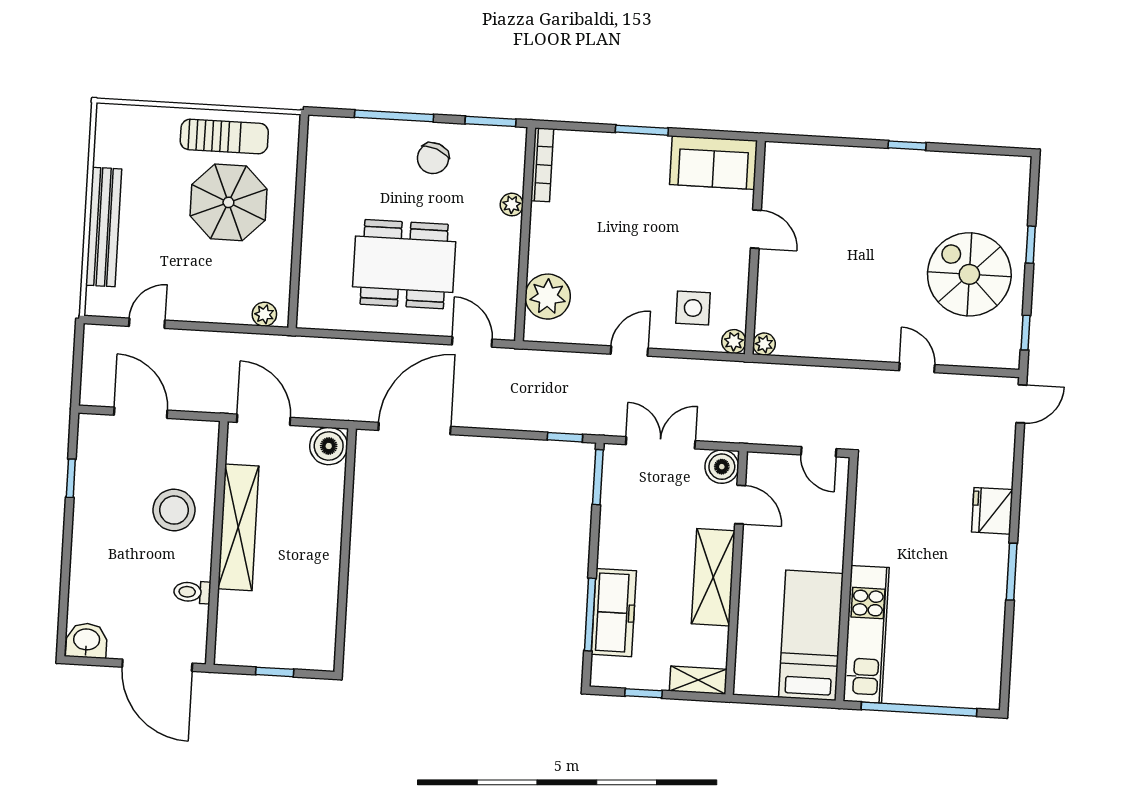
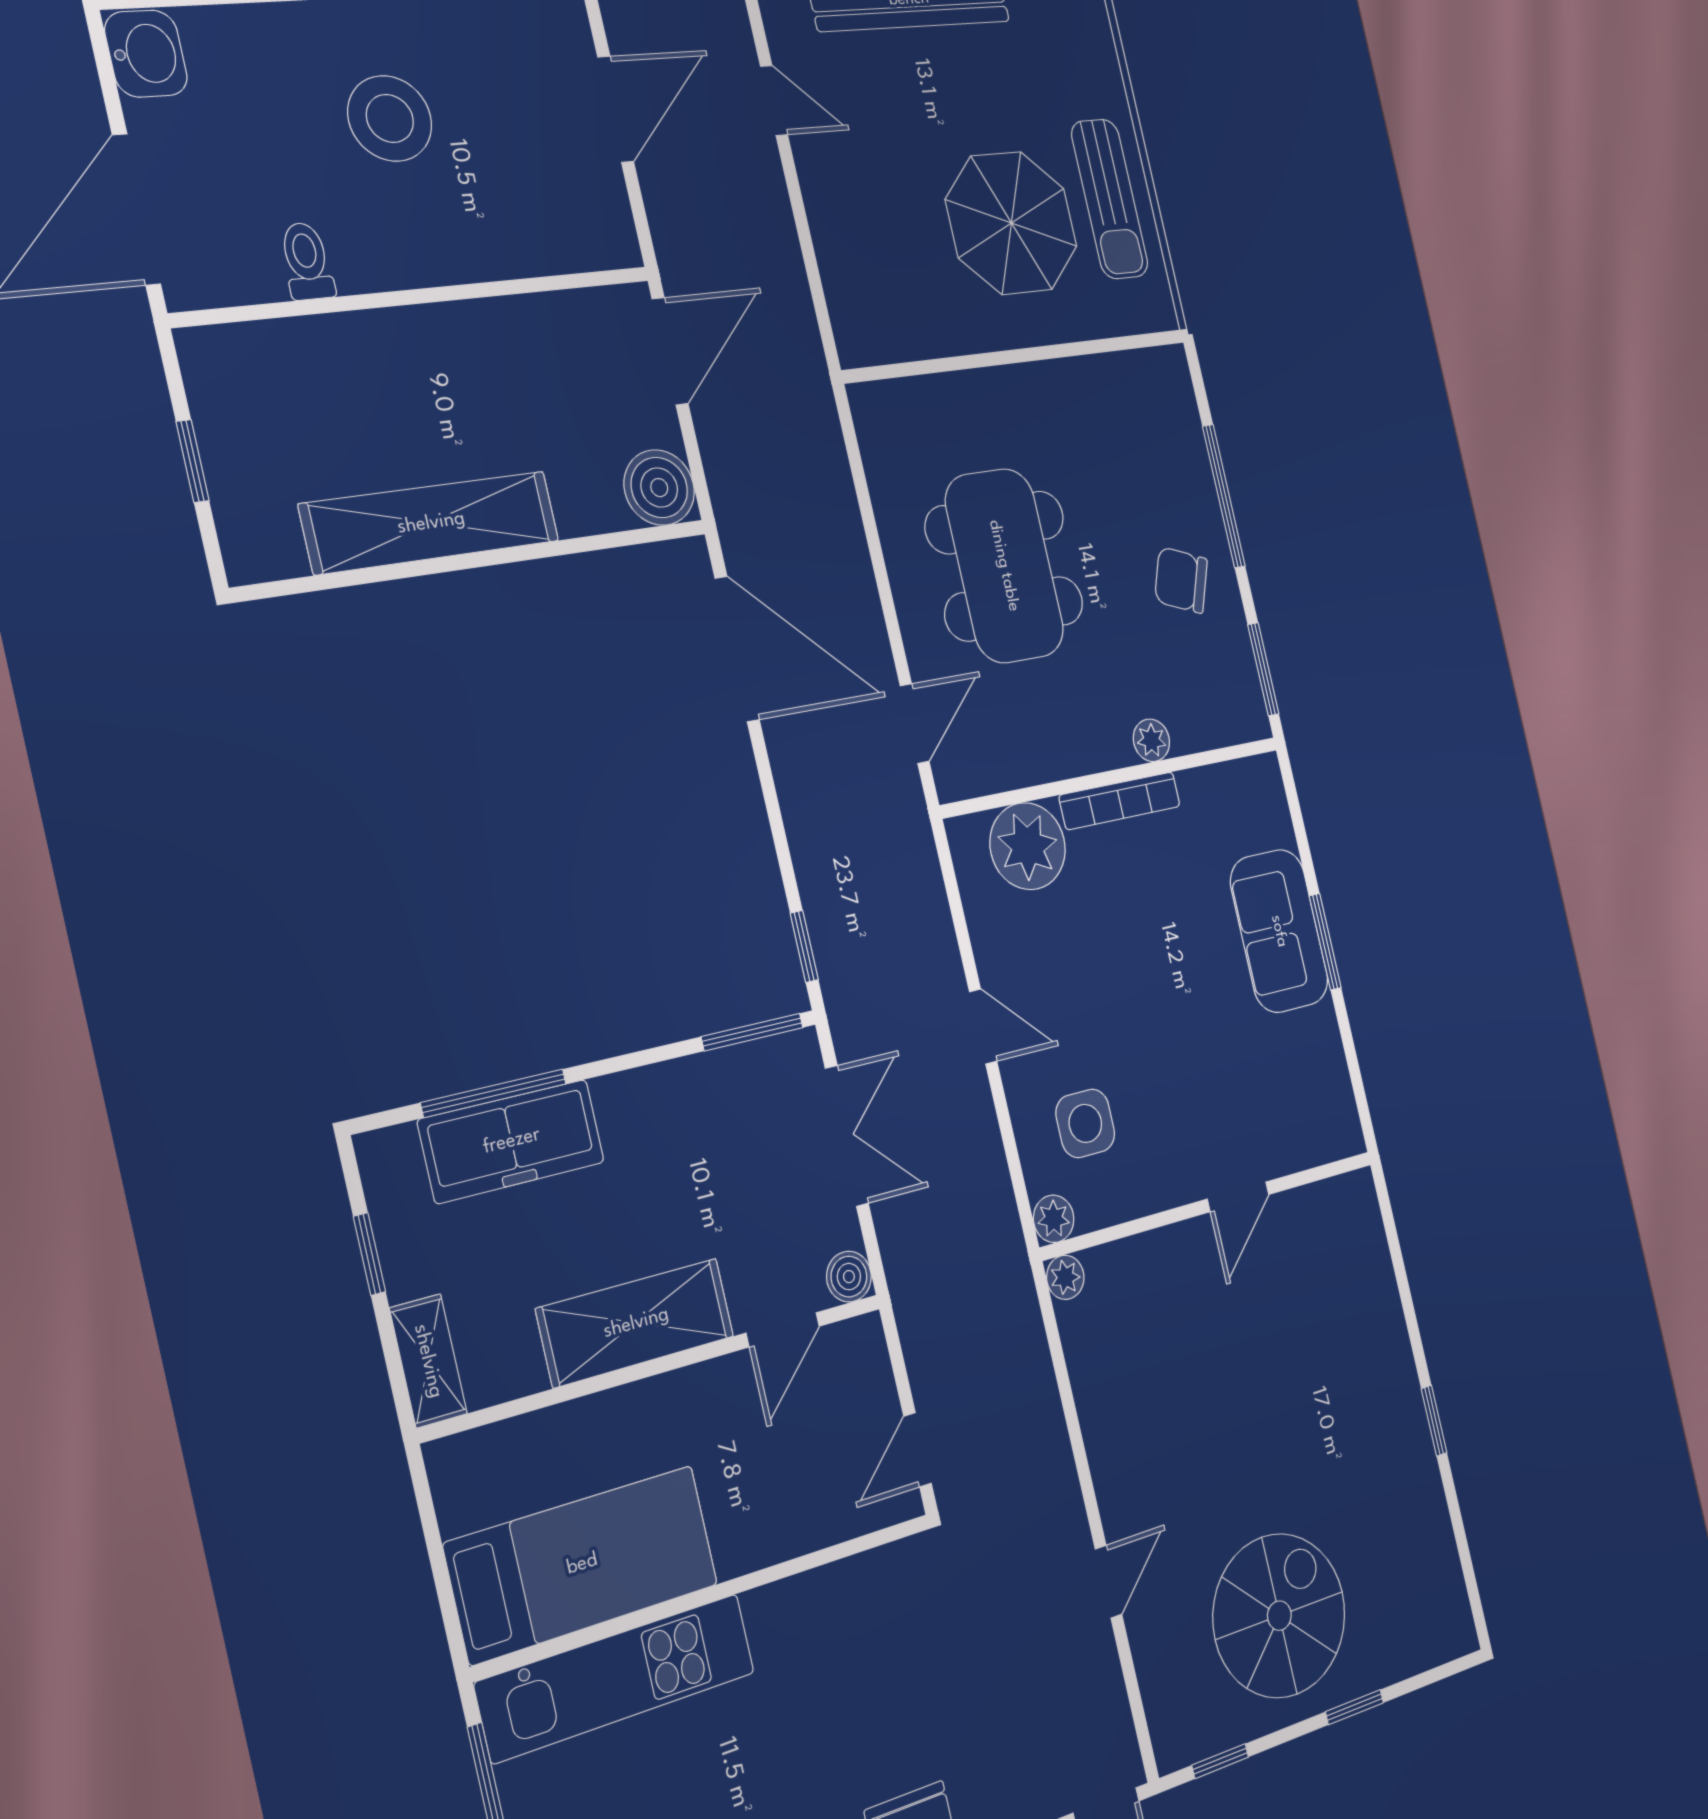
sofa: (714, 163) -> (1279, 931), moved
bookcase: (542, 165) -> (1120, 801), moved
plant: (264, 314) -> (851, 320), removed
boiler: (722, 467) -> (849, 1277), width x0.73, depth x0.73
stool: (174, 510) -> (390, 118), moved
shelving: (238, 527) -> (431, 523), moved

